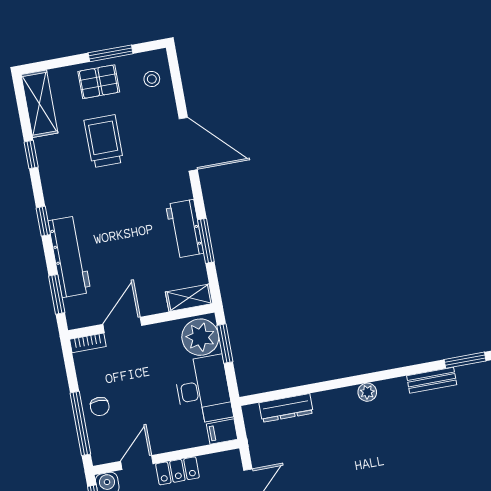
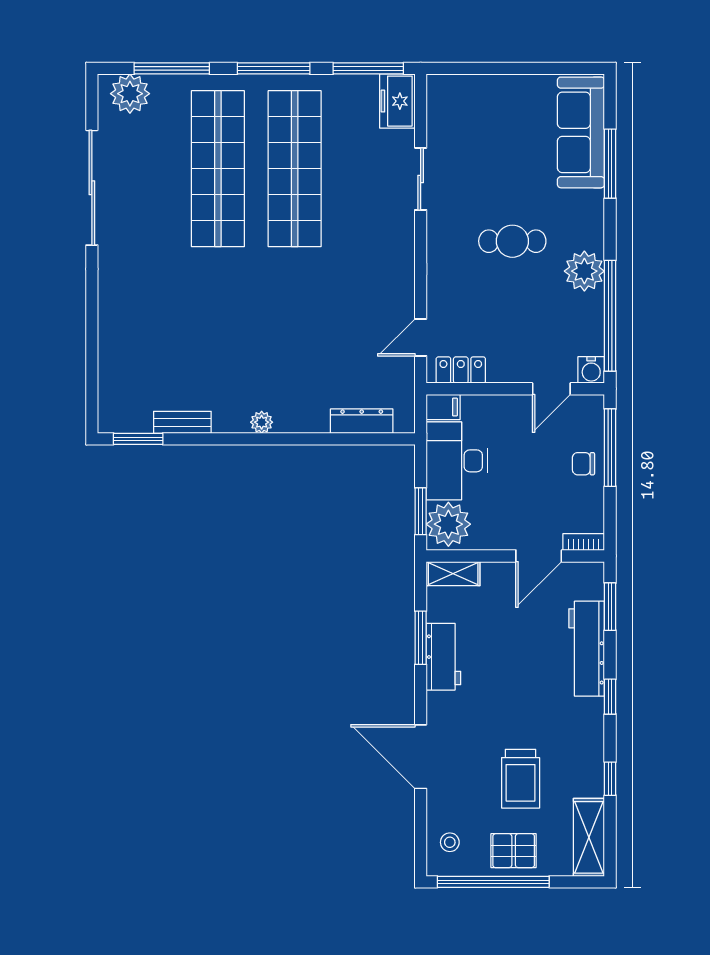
window: (111, 53) -> (493, 882), width x2.11
chair: (100, 406) -> (583, 464), turned -90
locker: (177, 471) -> (461, 370), moved

